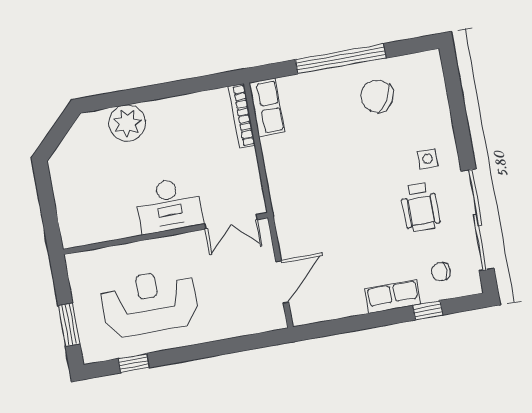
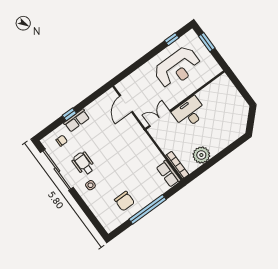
chair: (377, 96) -> (124, 201), turned 60
plant: (127, 123) -> (201, 155), moved
window: (428, 310) -> (69, 114), moved

